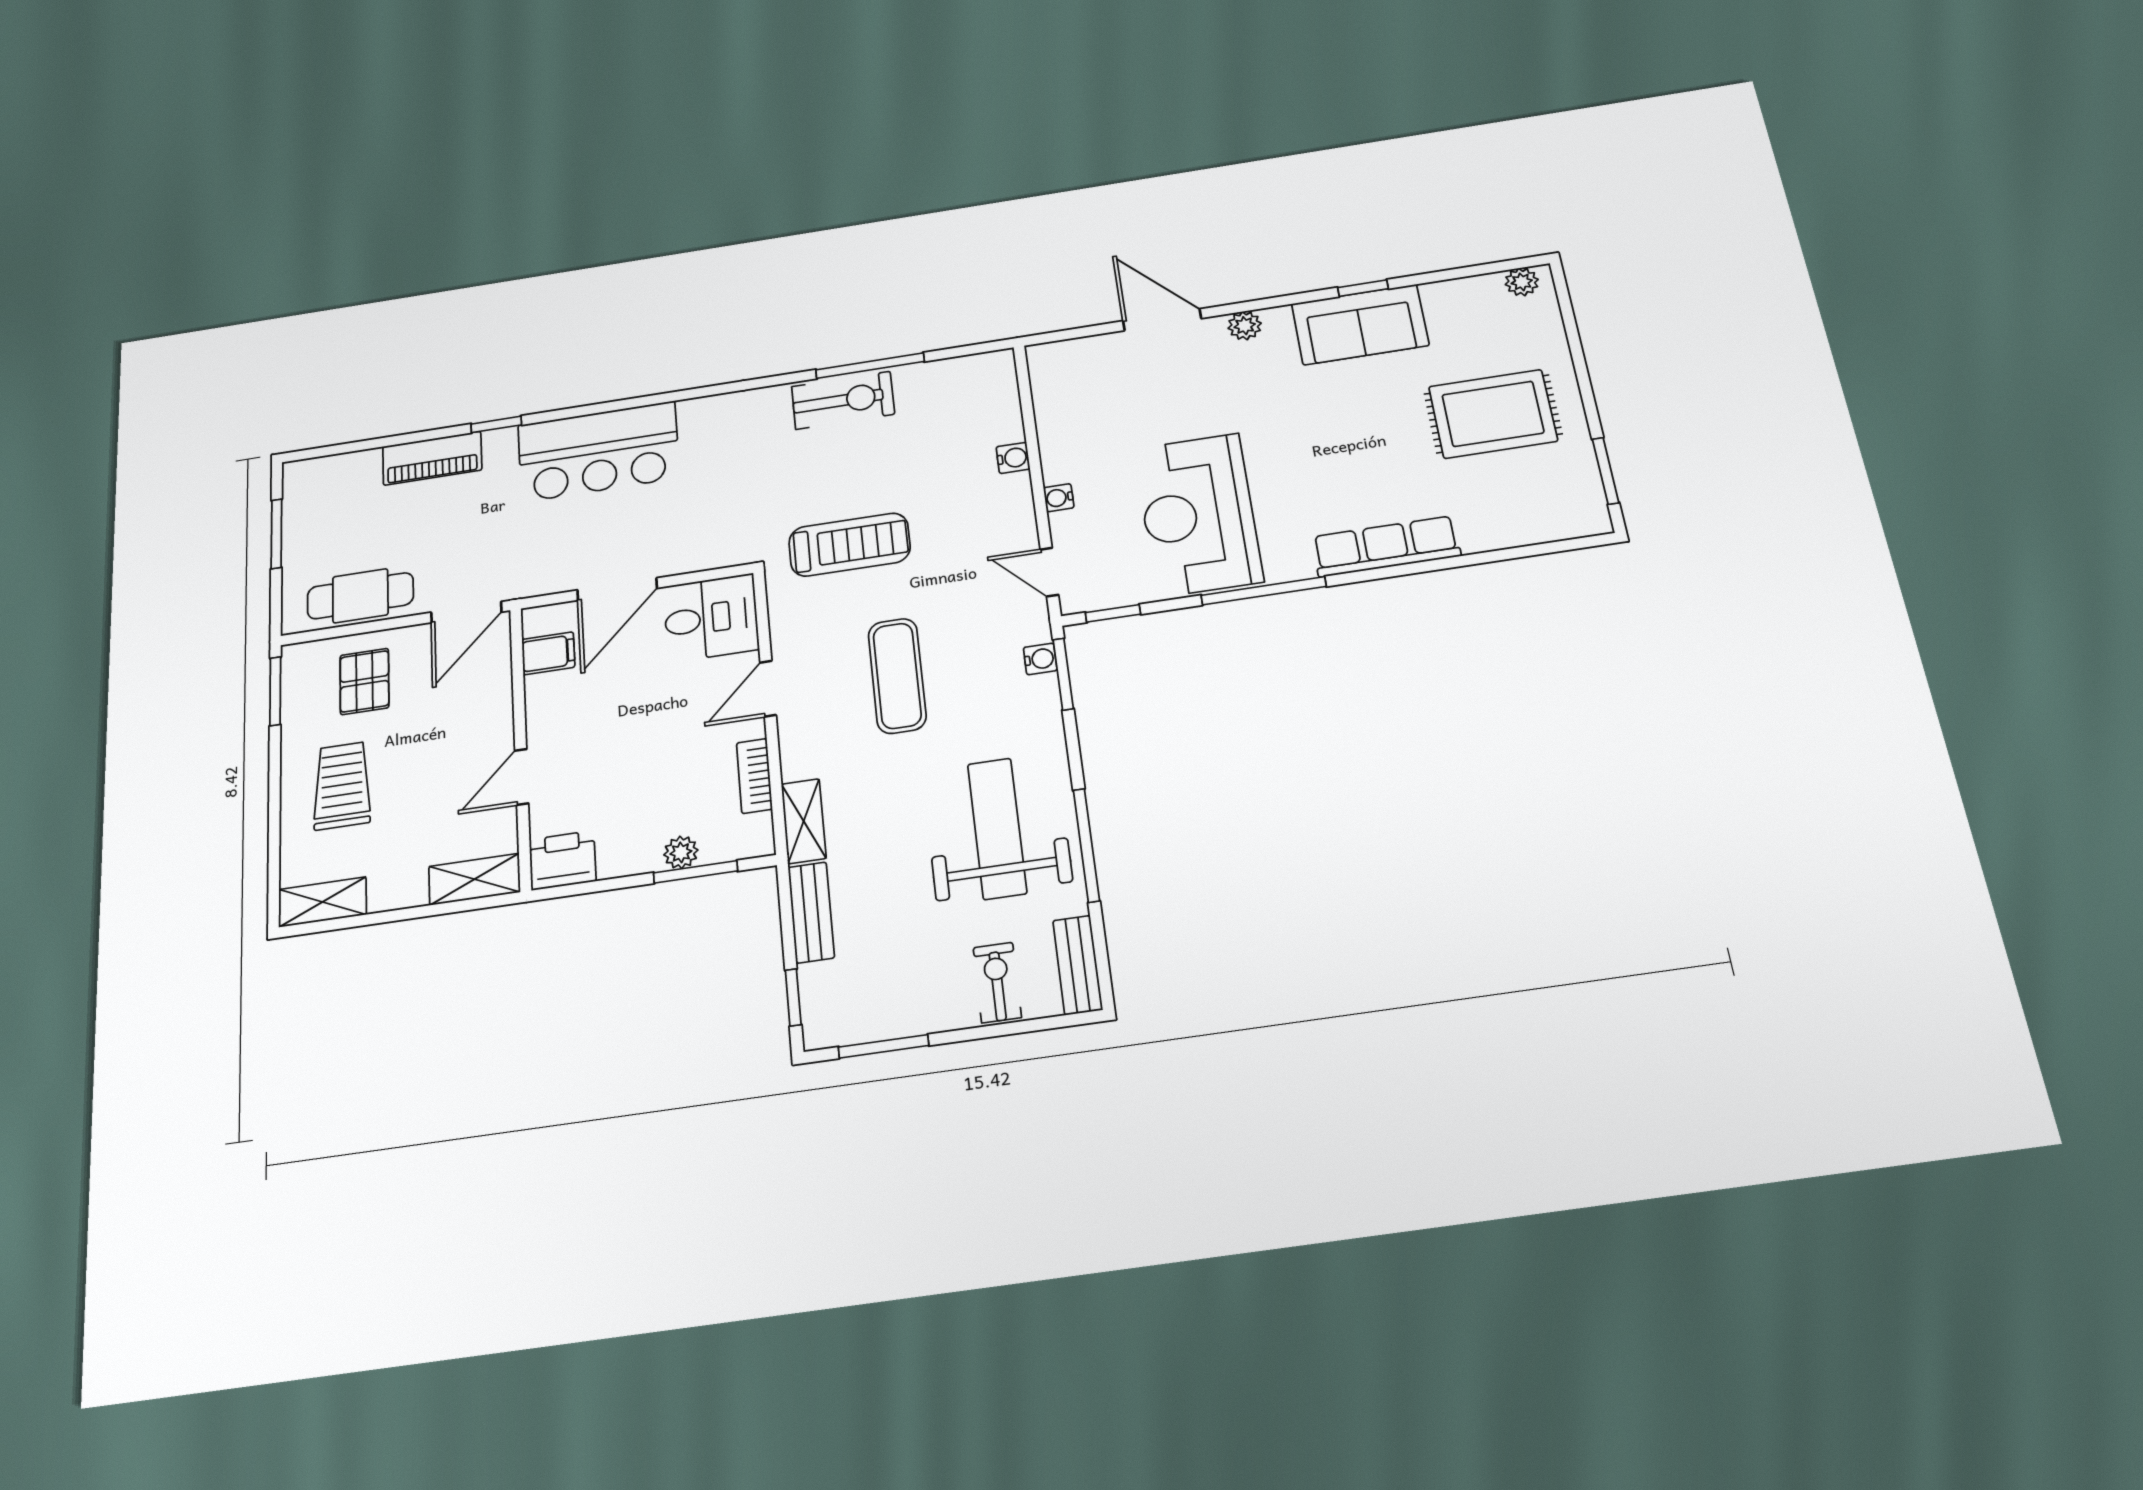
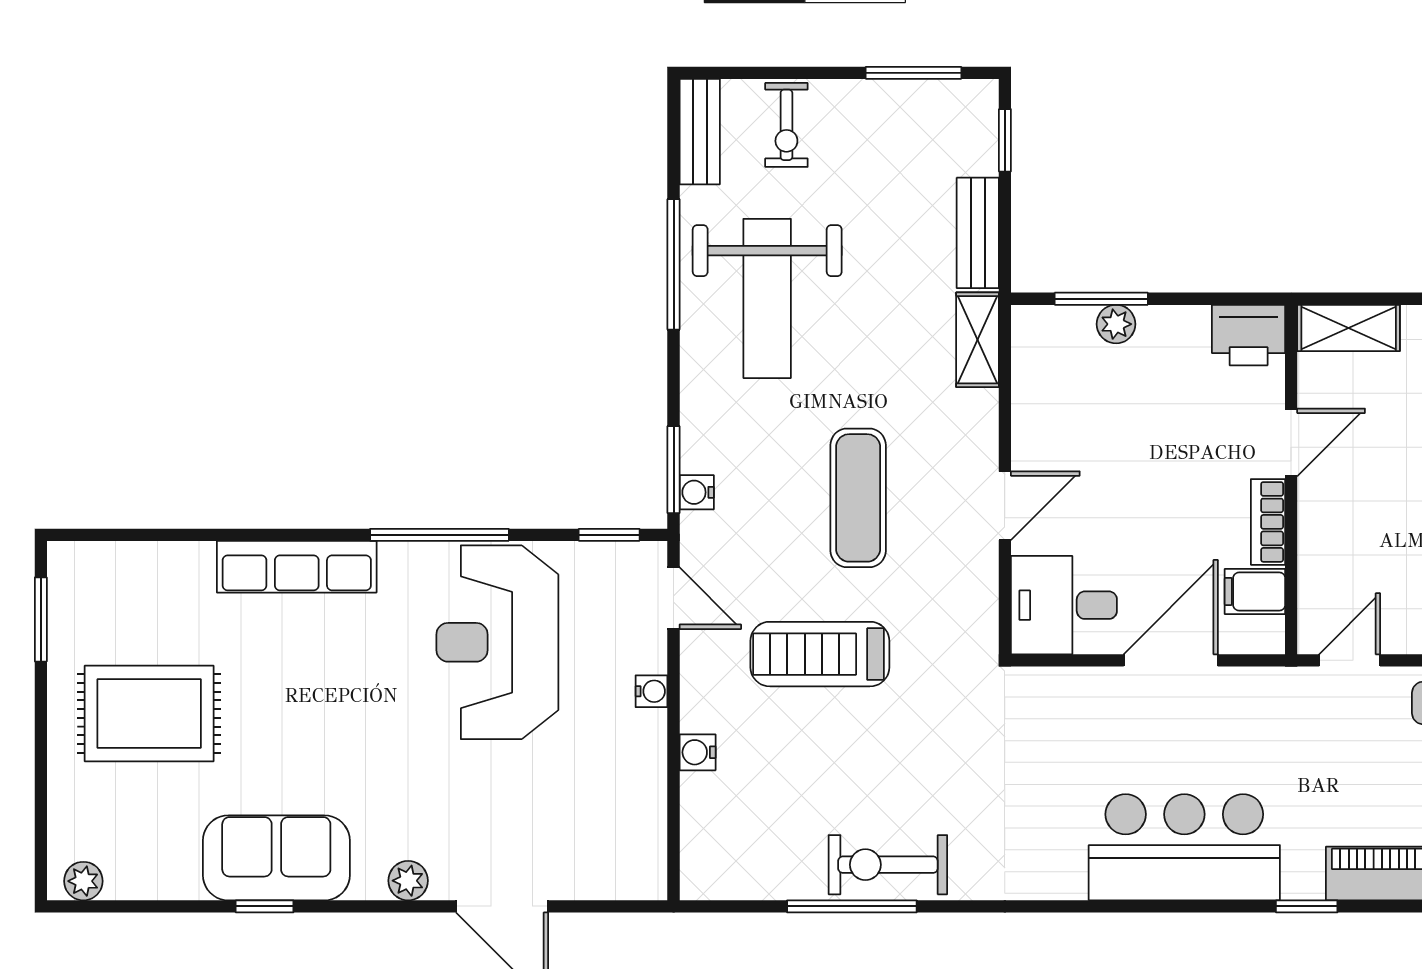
reception desk: (1198, 515) -> (497, 642), turned 180
treadmill: (849, 545) -> (820, 654), moved
door: (466, 612) -> (1350, 660), width x0.73
bookcase: (754, 776) -> (1268, 522), moved, turned 180

